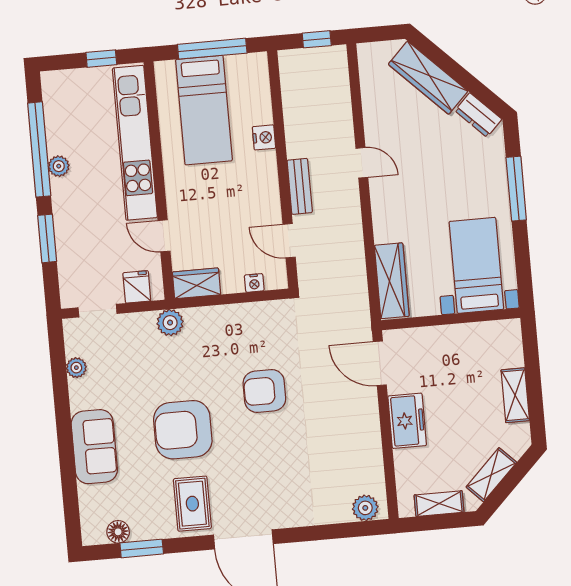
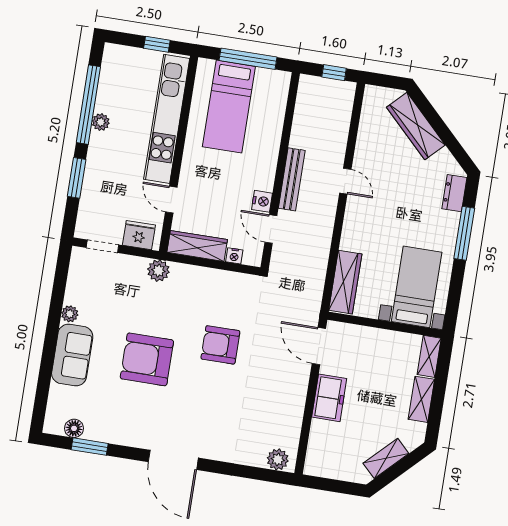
dresser: (478, 115) -> (454, 193), moved, turned 45
nightstand: (264, 137) -> (262, 201), moved
bench: (300, 186) -> (292, 179), width x1.36
wardrobe: (197, 283) -> (197, 246), width x1.50
fridge: (137, 287) -> (139, 235), width x1.38
plant: (76, 368) -> (70, 314), moved
rug: (192, 504) -> (140, 421), removed
shelving: (439, 504) -> (429, 356), moved, turned 90

